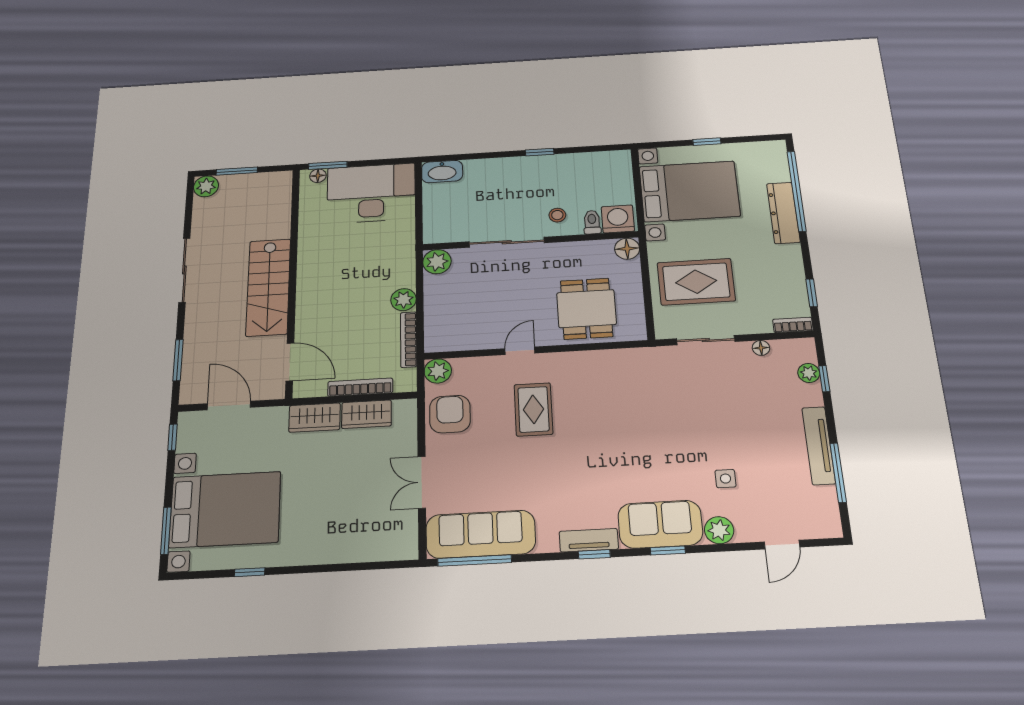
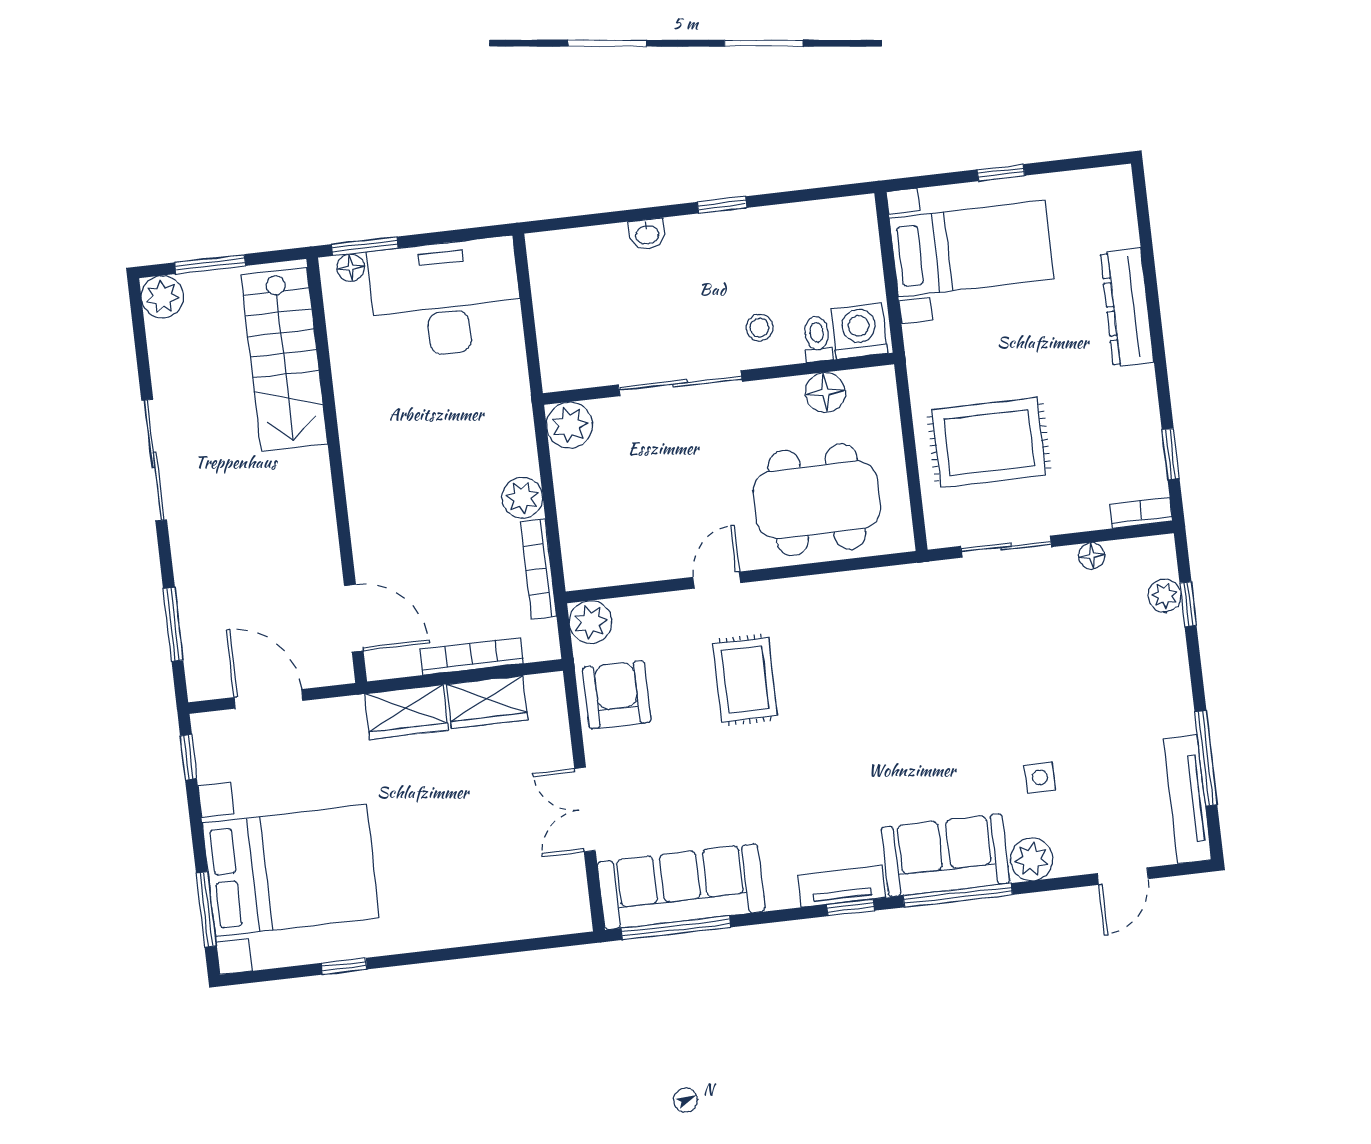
washbasin: (442, 172) -> (647, 234), moved, width x0.52, depth x0.69
bed with nightstands: (689, 191) -> (972, 249), width x0.73
window: (797, 191) -> (1149, 264), removed
floor lamp: (627, 249) -> (825, 392), moved
stairs: (268, 287) -> (284, 359), moved
dining table: (586, 309) -> (817, 500), width x1.38
tv unit: (819, 446) -> (1188, 799), moved
window: (668, 550) -> (958, 895), width x2.17

